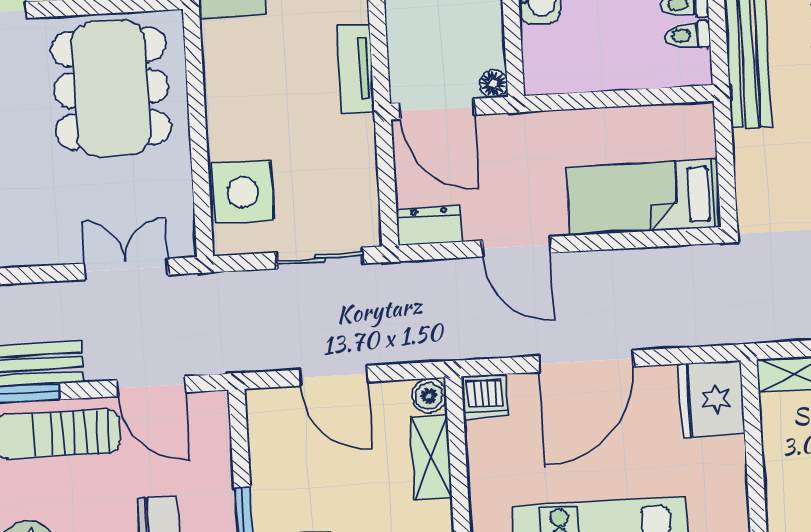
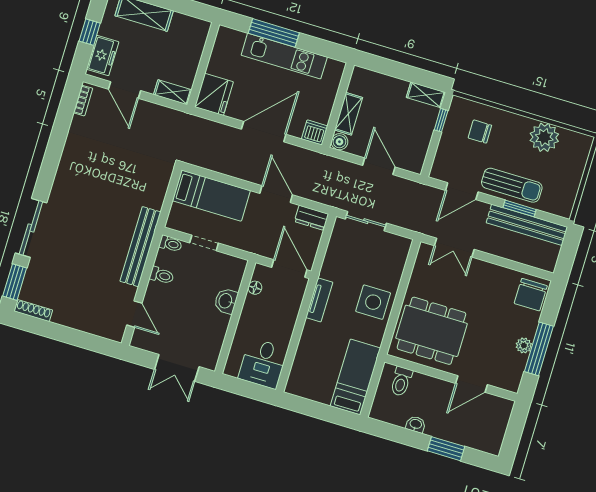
toilet: (687, 35) -> (171, 244), moved
floor lamp: (493, 84) -> (255, 288), moved
dining table: (111, 88) -> (431, 331), turned 90
doorway: (624, 98) -> (204, 243), added
side table: (243, 192) -> (373, 302), moved
door: (151, 386) -> (462, 191), swing flipped

